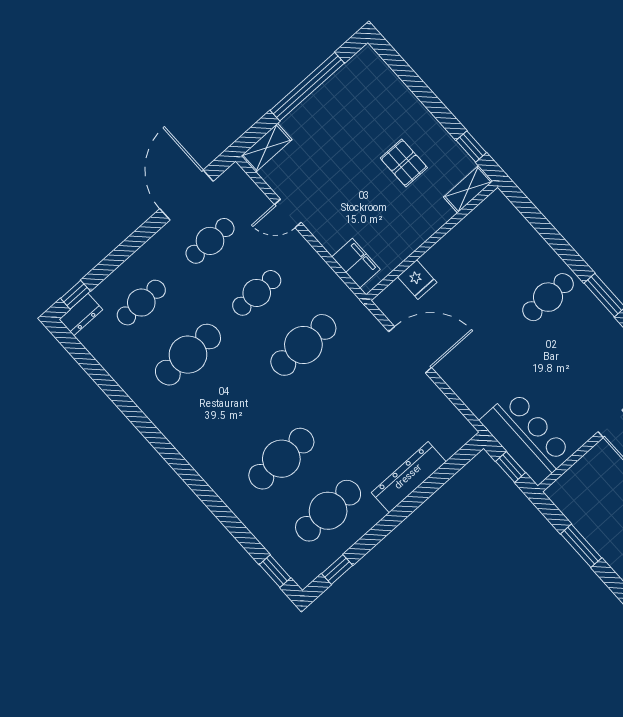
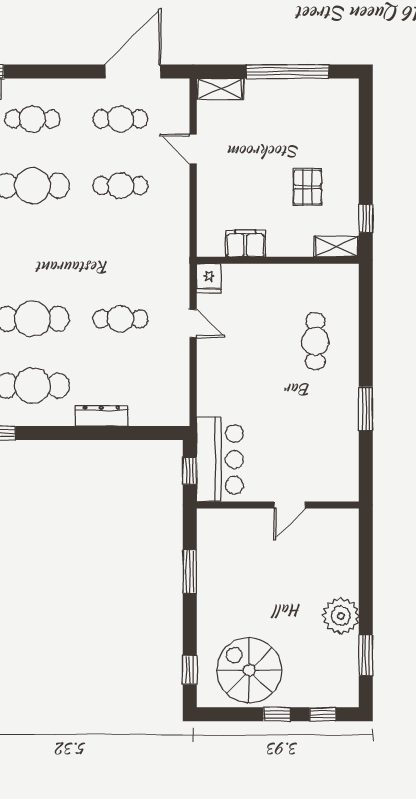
filing cabinet: (356, 263) -> (245, 243), moved, turned -90
fridge: (417, 280) -> (209, 278), moved
cafe table: (548, 297) -> (315, 341), moved, turned 90
cafe table: (303, 345) -> (120, 319), moved, width x0.73, depth x0.74
door: (410, 350) -> (193, 324), width x0.53
dresser: (409, 477) -> (101, 416), width x0.73, depth x0.80

